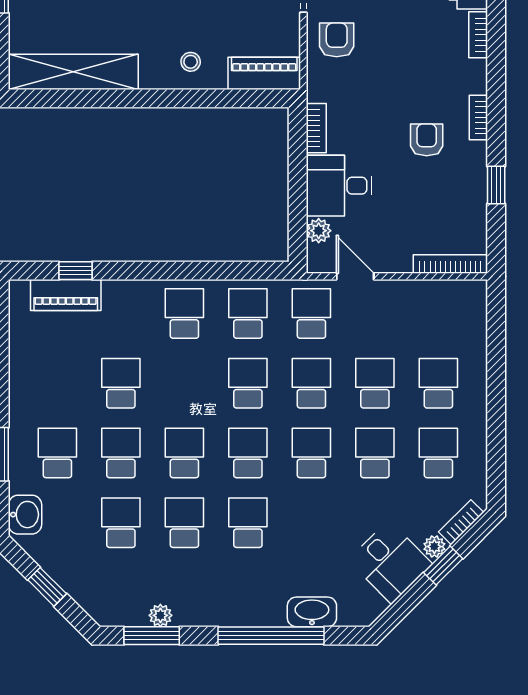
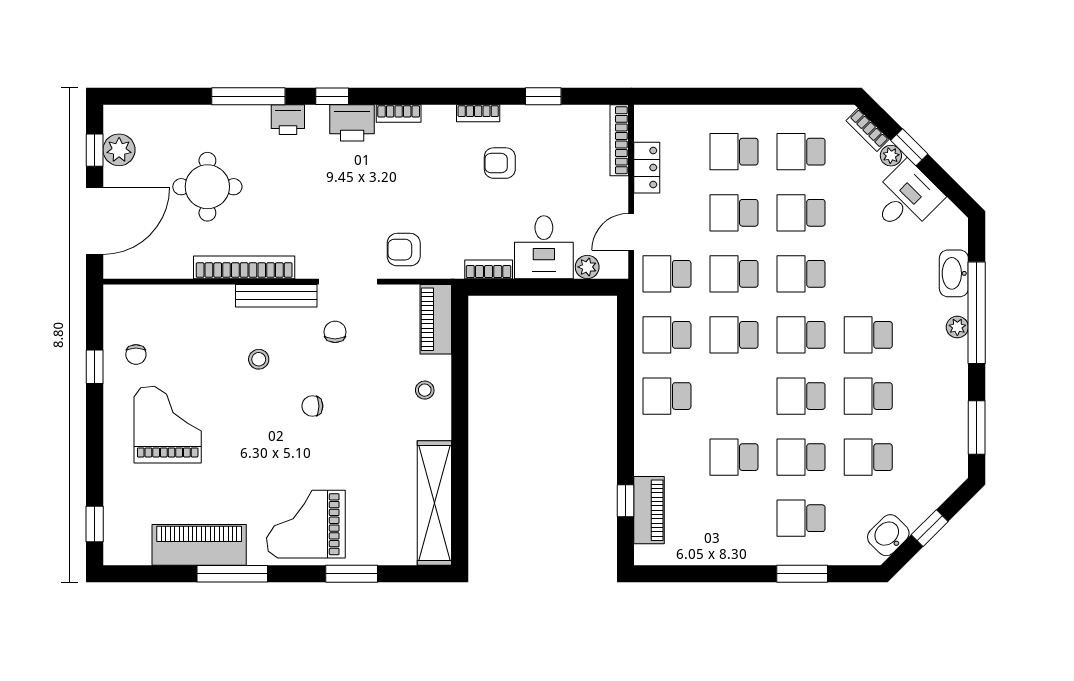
locker: (422, 293) -> (647, 168), added
washbasin: (25, 515) -> (888, 535), moved, turned -45
plant: (160, 615) -> (957, 327), moved

